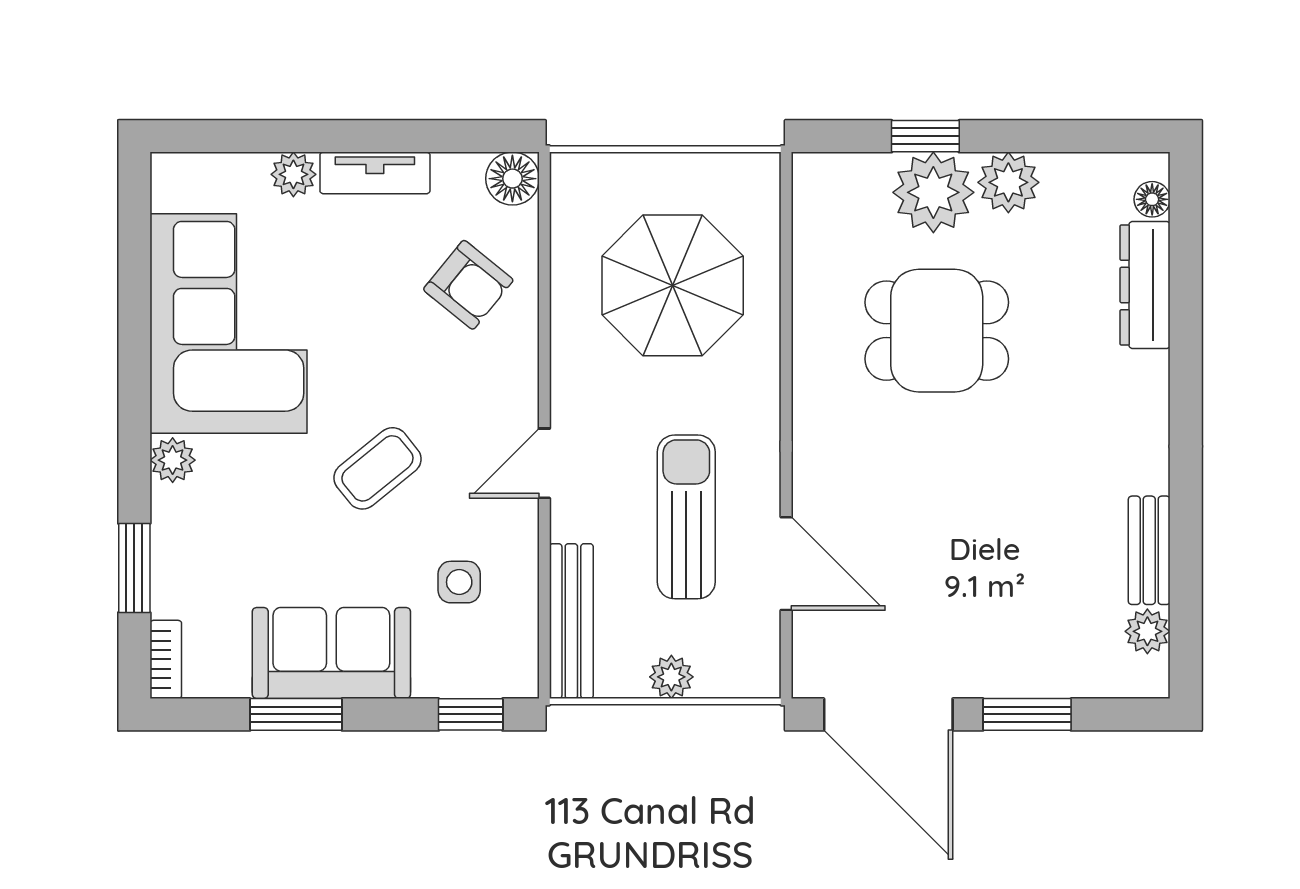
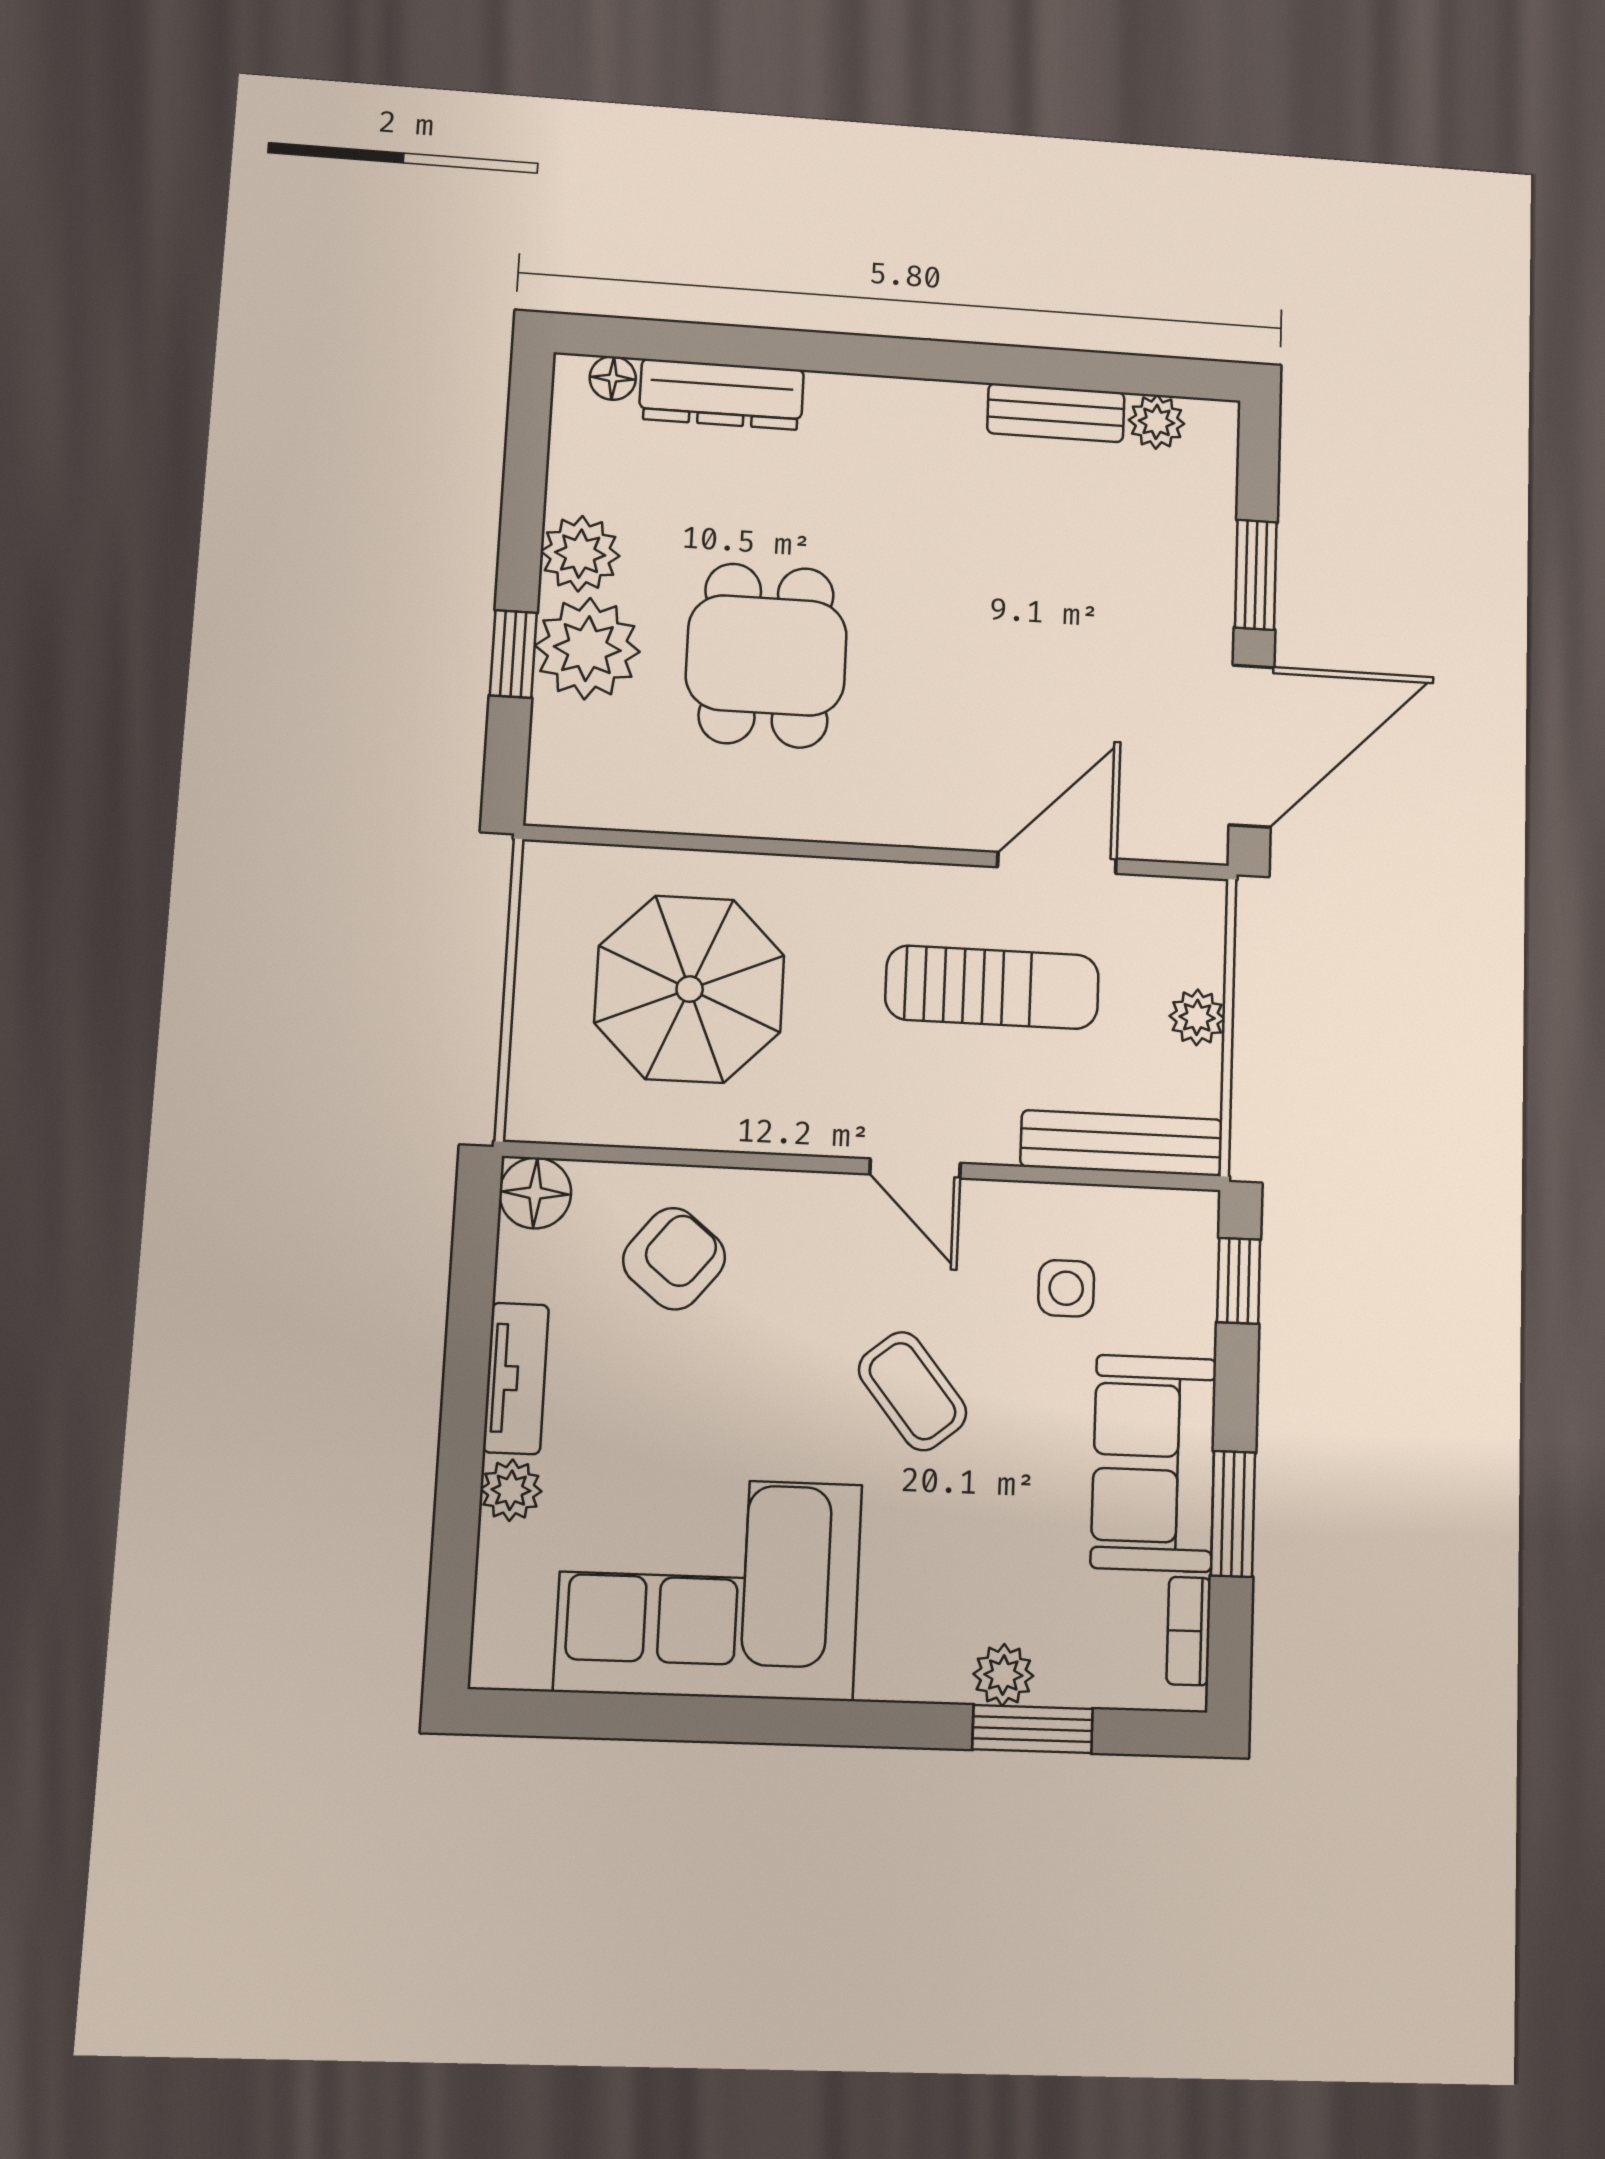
plant: (173, 460) -> (1003, 1675), moved
sun lounger: (686, 517) -> (992, 987), turned 180
bookcase: (166, 659) -> (1189, 1631), moved, turned -90

